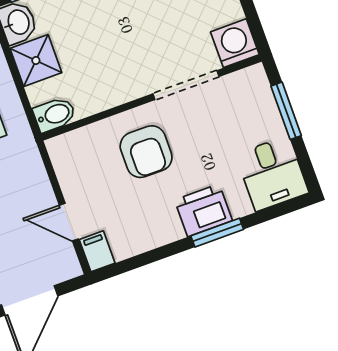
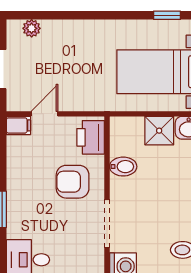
bidet: (55, 115) -> (123, 167), moved, turned -90
printer: (203, 210) -> (91, 137), moved, turned 180

